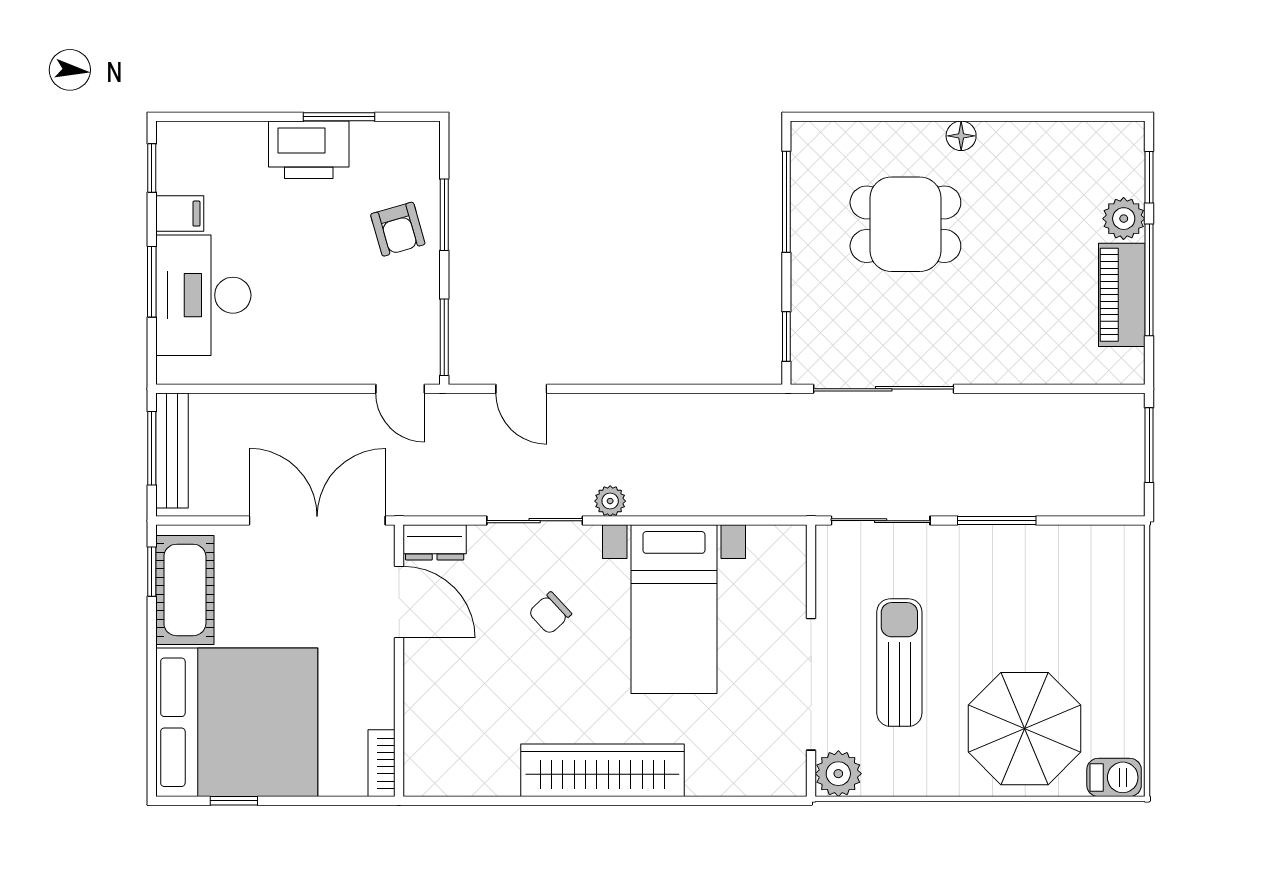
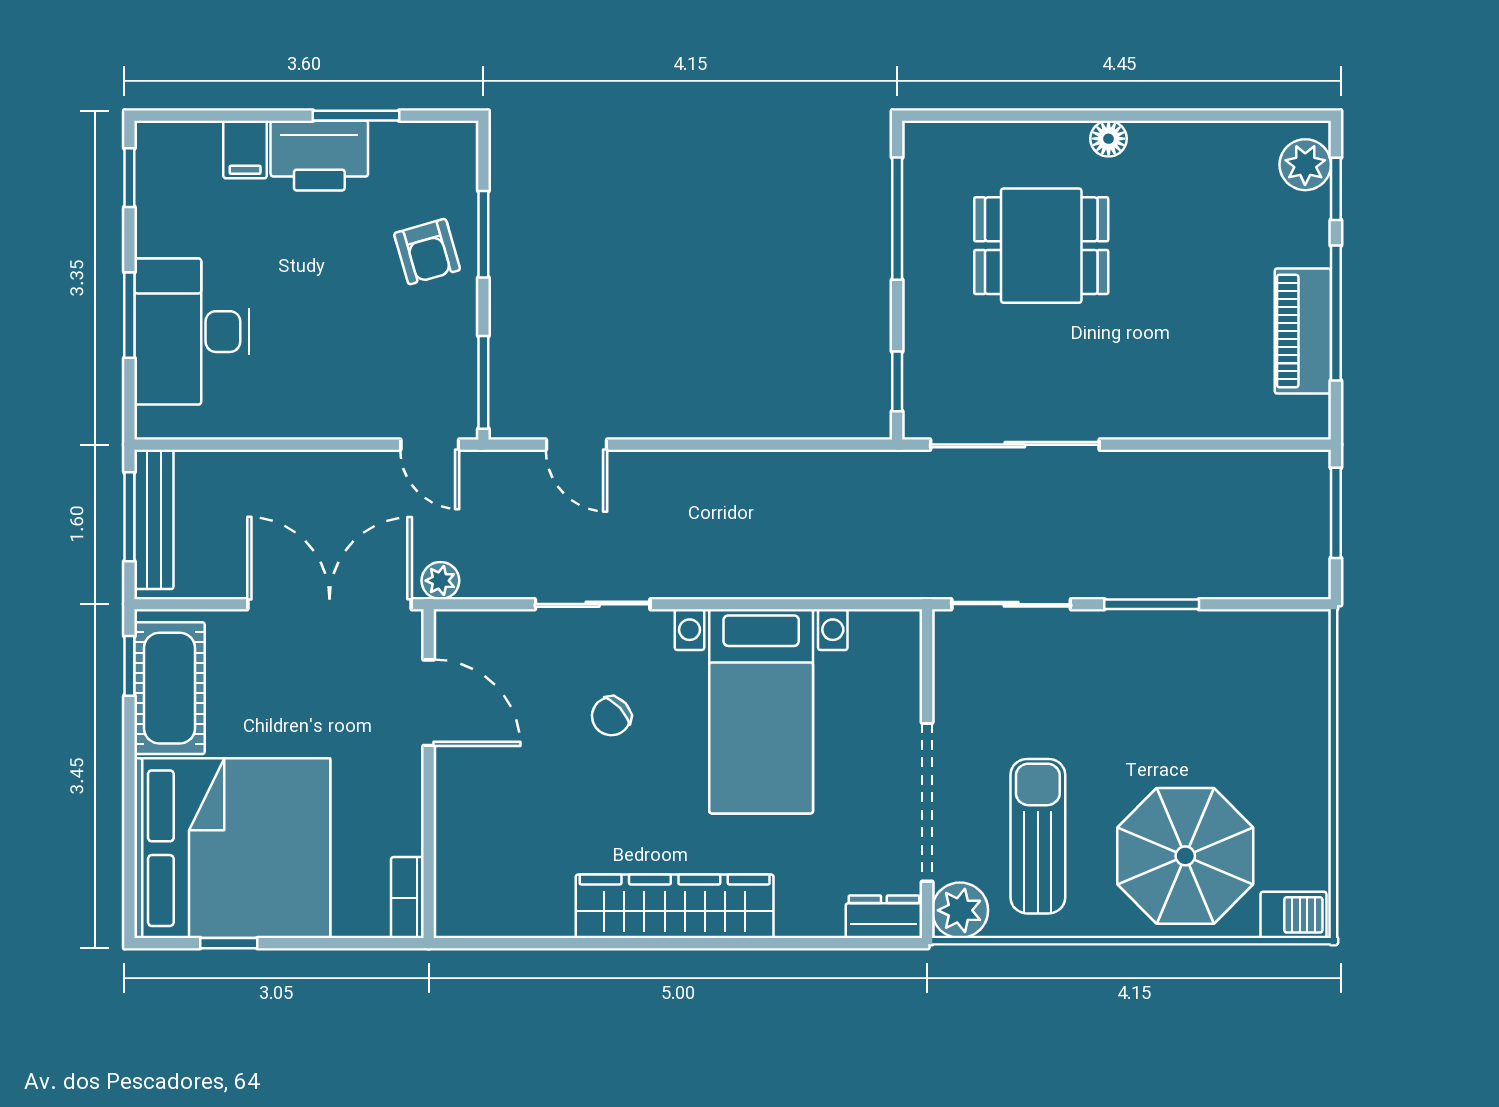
filing cabinet: (180, 214) -> (245, 150), moved, turned 90
plant: (1124, 219) -> (1305, 165), moved
plant: (610, 501) -> (440, 581), moved
dresser: (435, 542) -> (884, 917), moved, turned 180
sun lounger: (899, 663) -> (1038, 836), moved

